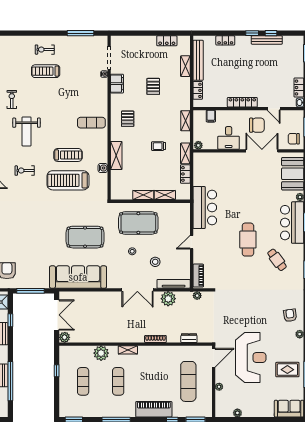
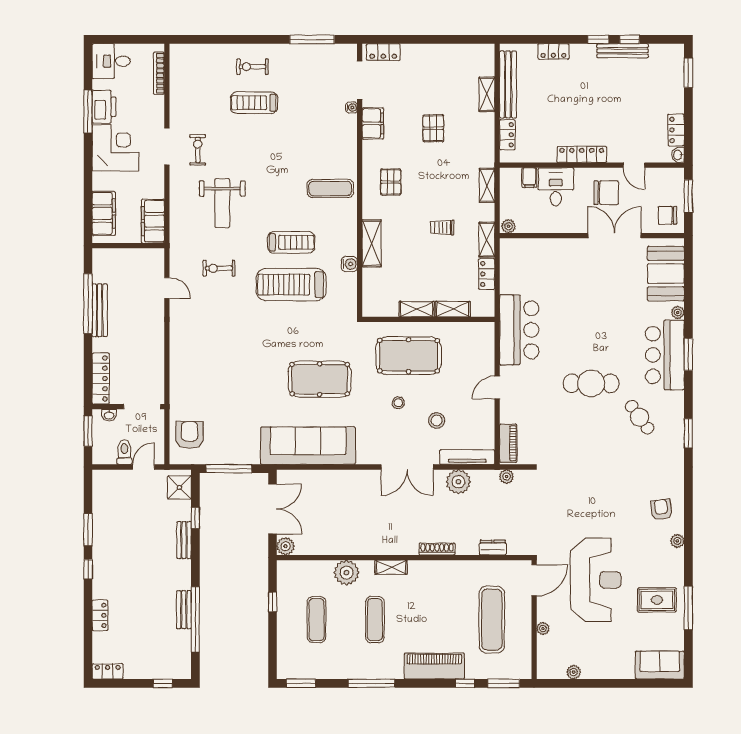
locker: (167, 41) -> (383, 52), moved
desk: (229, 138) -> (556, 187), moved, turned 180
cafe table: (248, 240) -> (591, 383), turned 90

